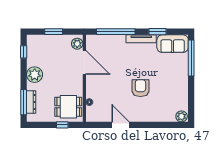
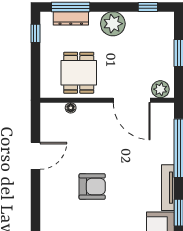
door: (84, 62) -> (132, 100), hinge flipped
dining table: (68, 107) -> (79, 73), moved
window: (62, 125) -> (35, 33), moved

